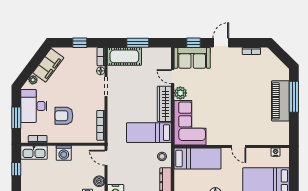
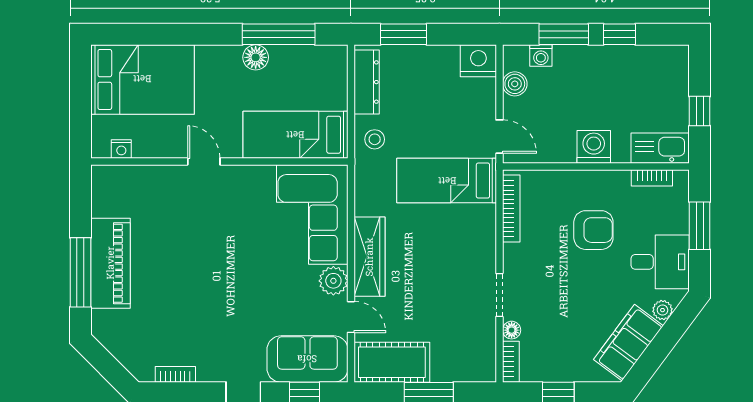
cot: (124, 56) -> (392, 362), moved
desk: (34, 106) -> (660, 262), width x0.73
bed: (149, 133) -> (447, 181), moved, turned 180

